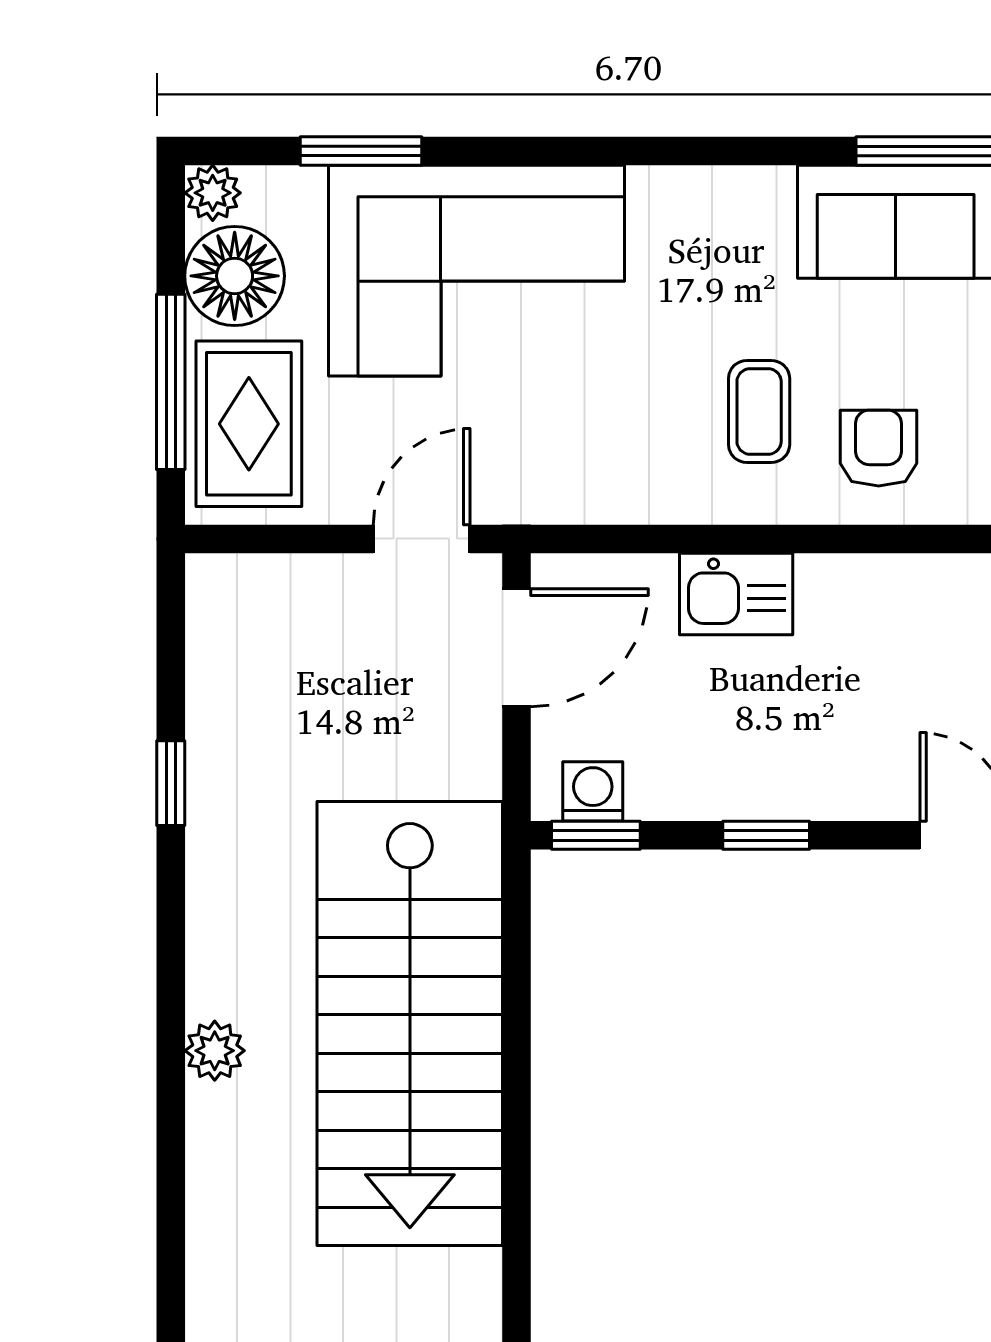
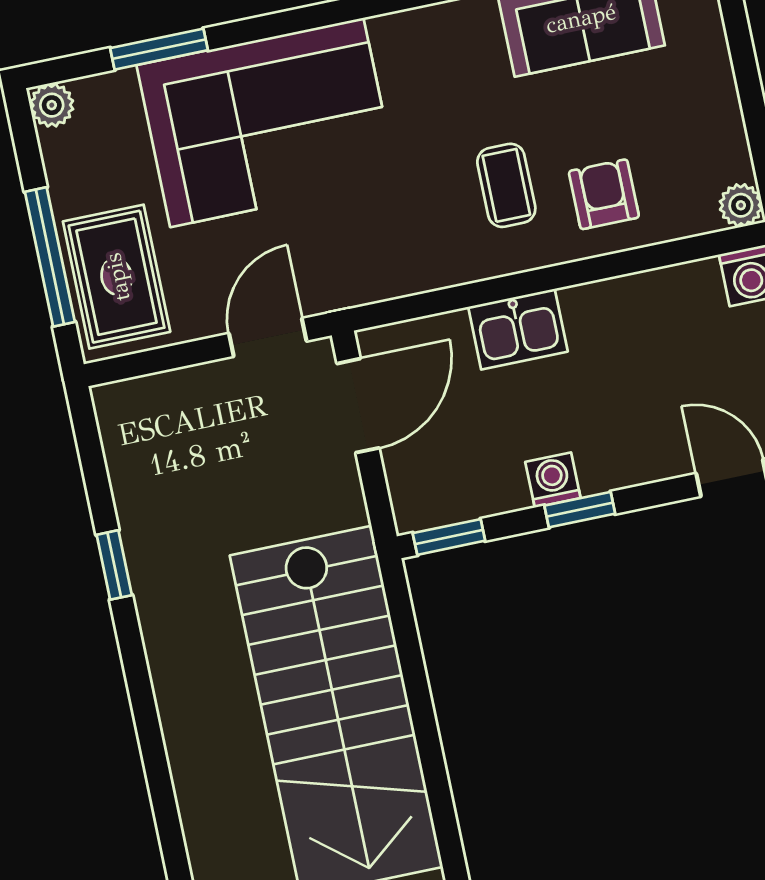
floor lamp: (235, 276) -> (82, 165), removed
washing machine: (593, 791) -> (553, 480), moved
plant: (215, 1051) -> (191, 763), removed

